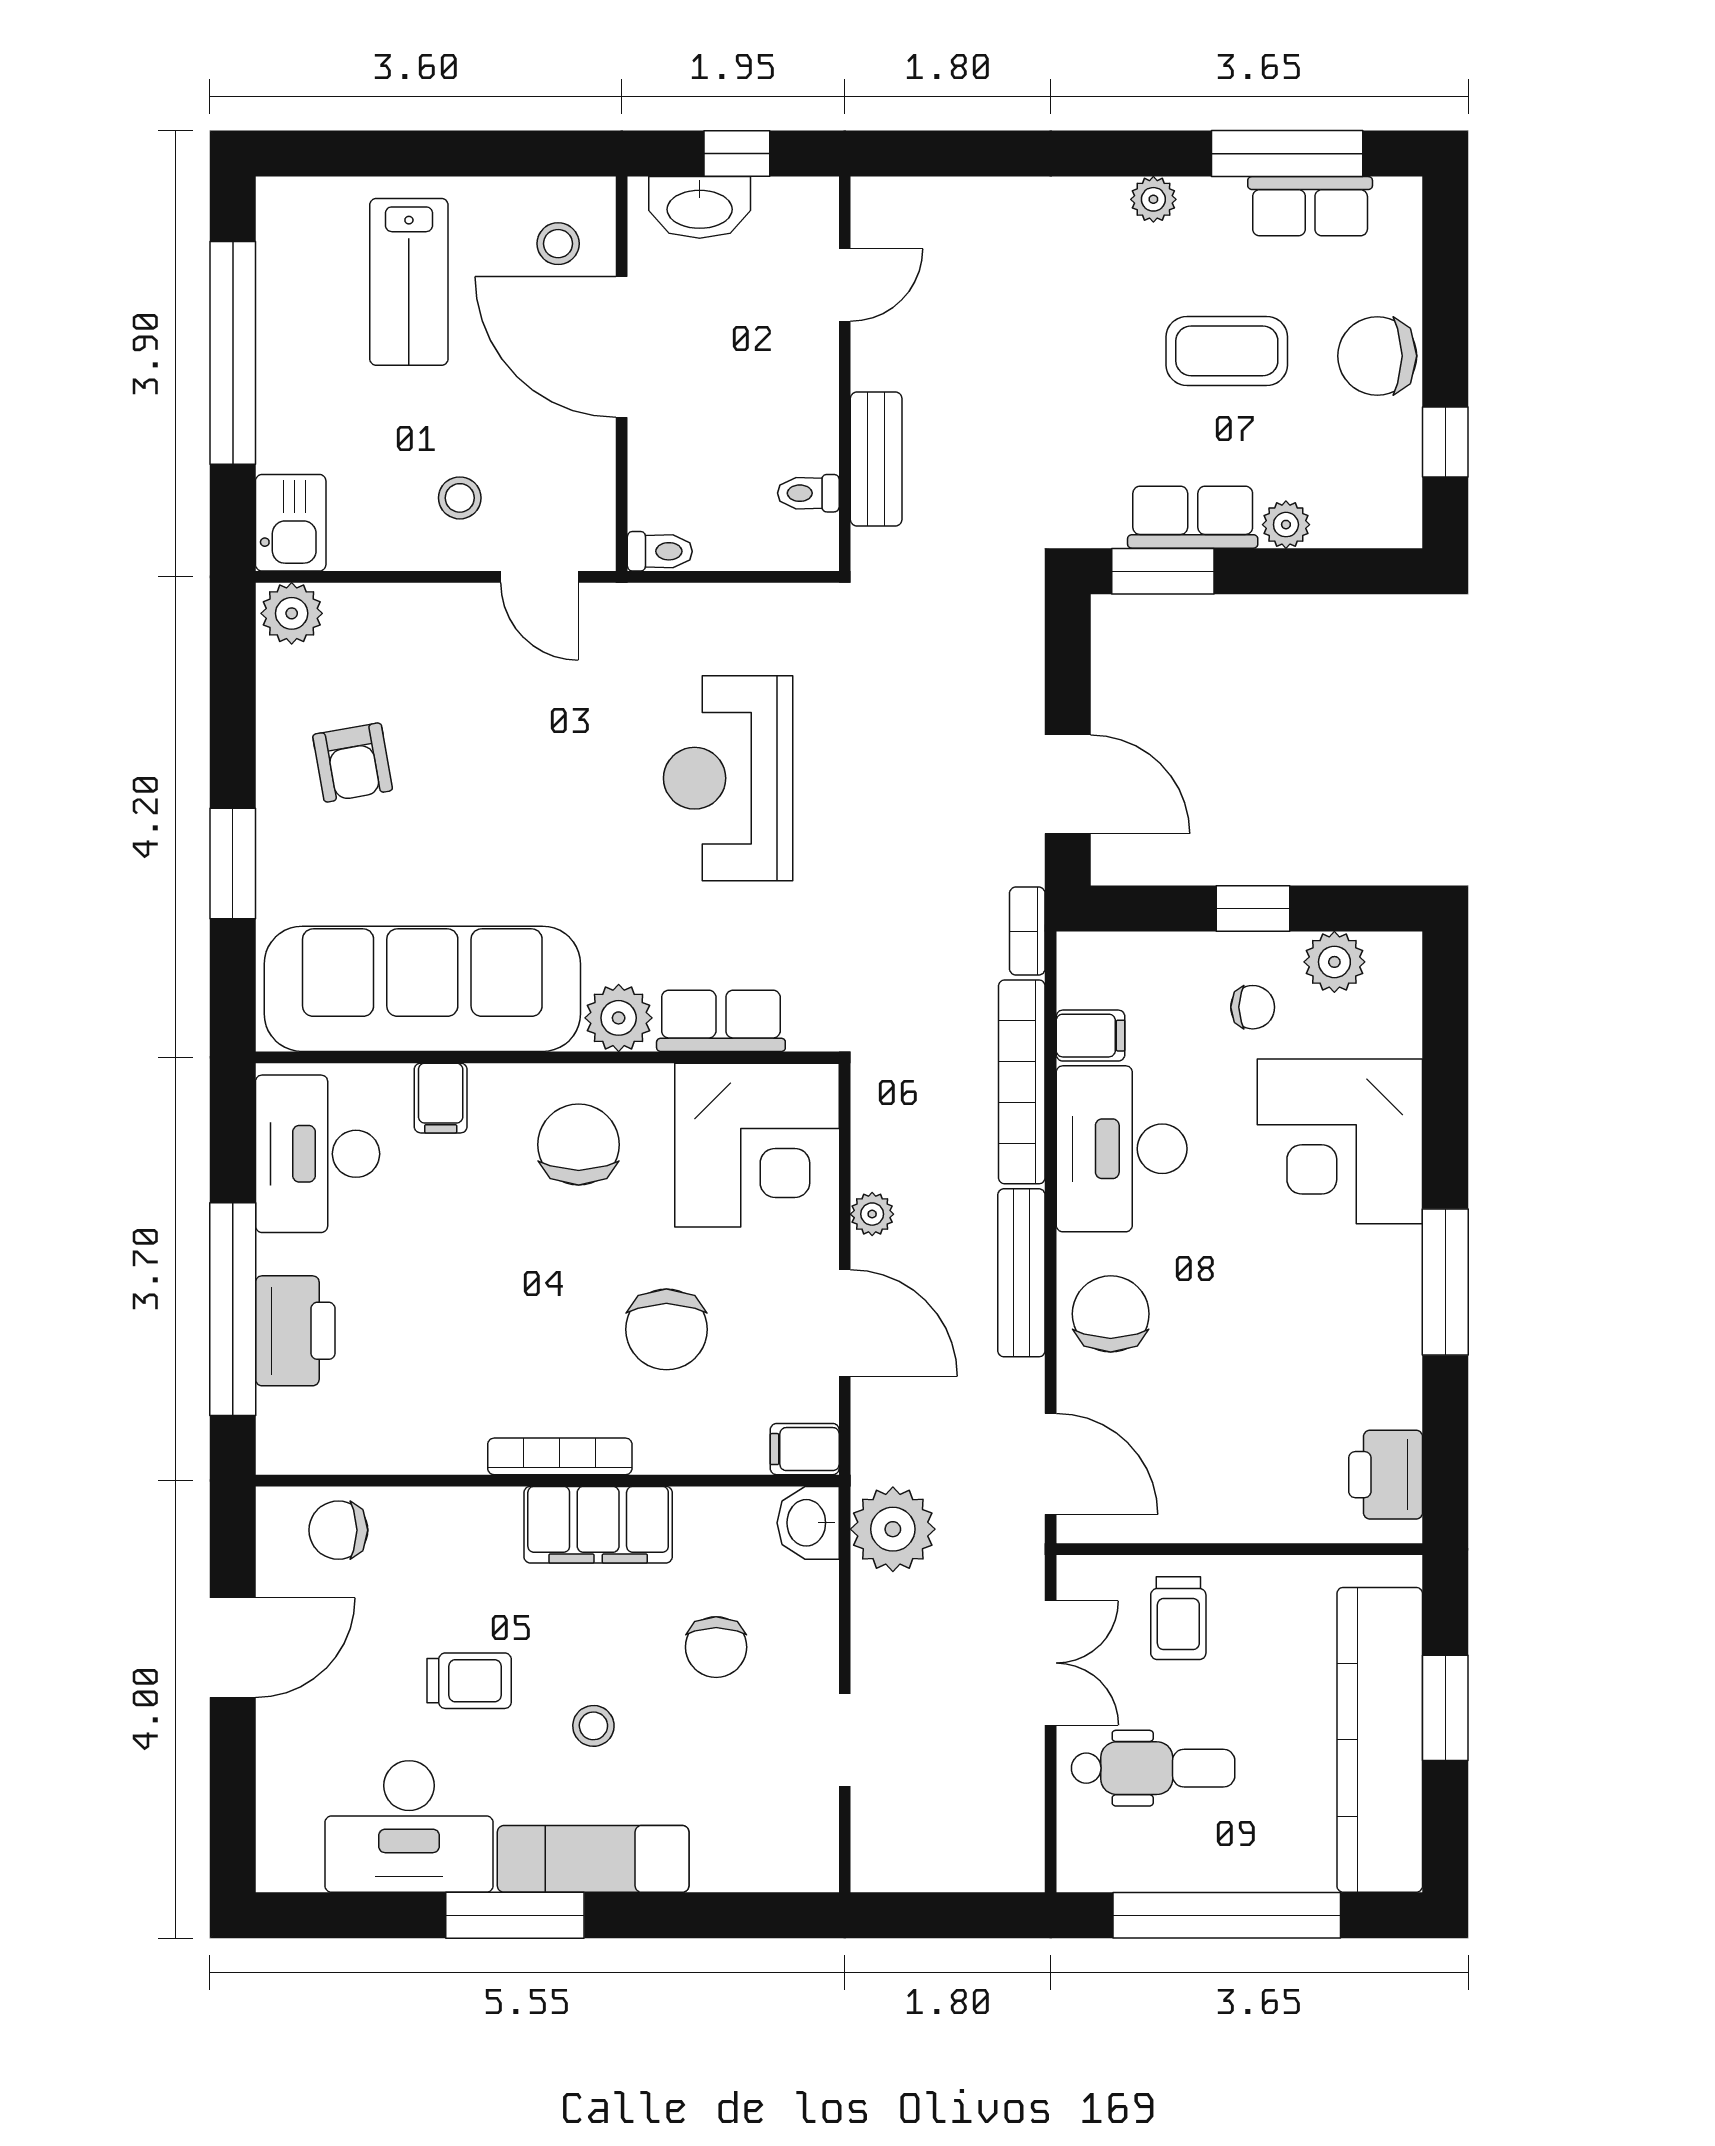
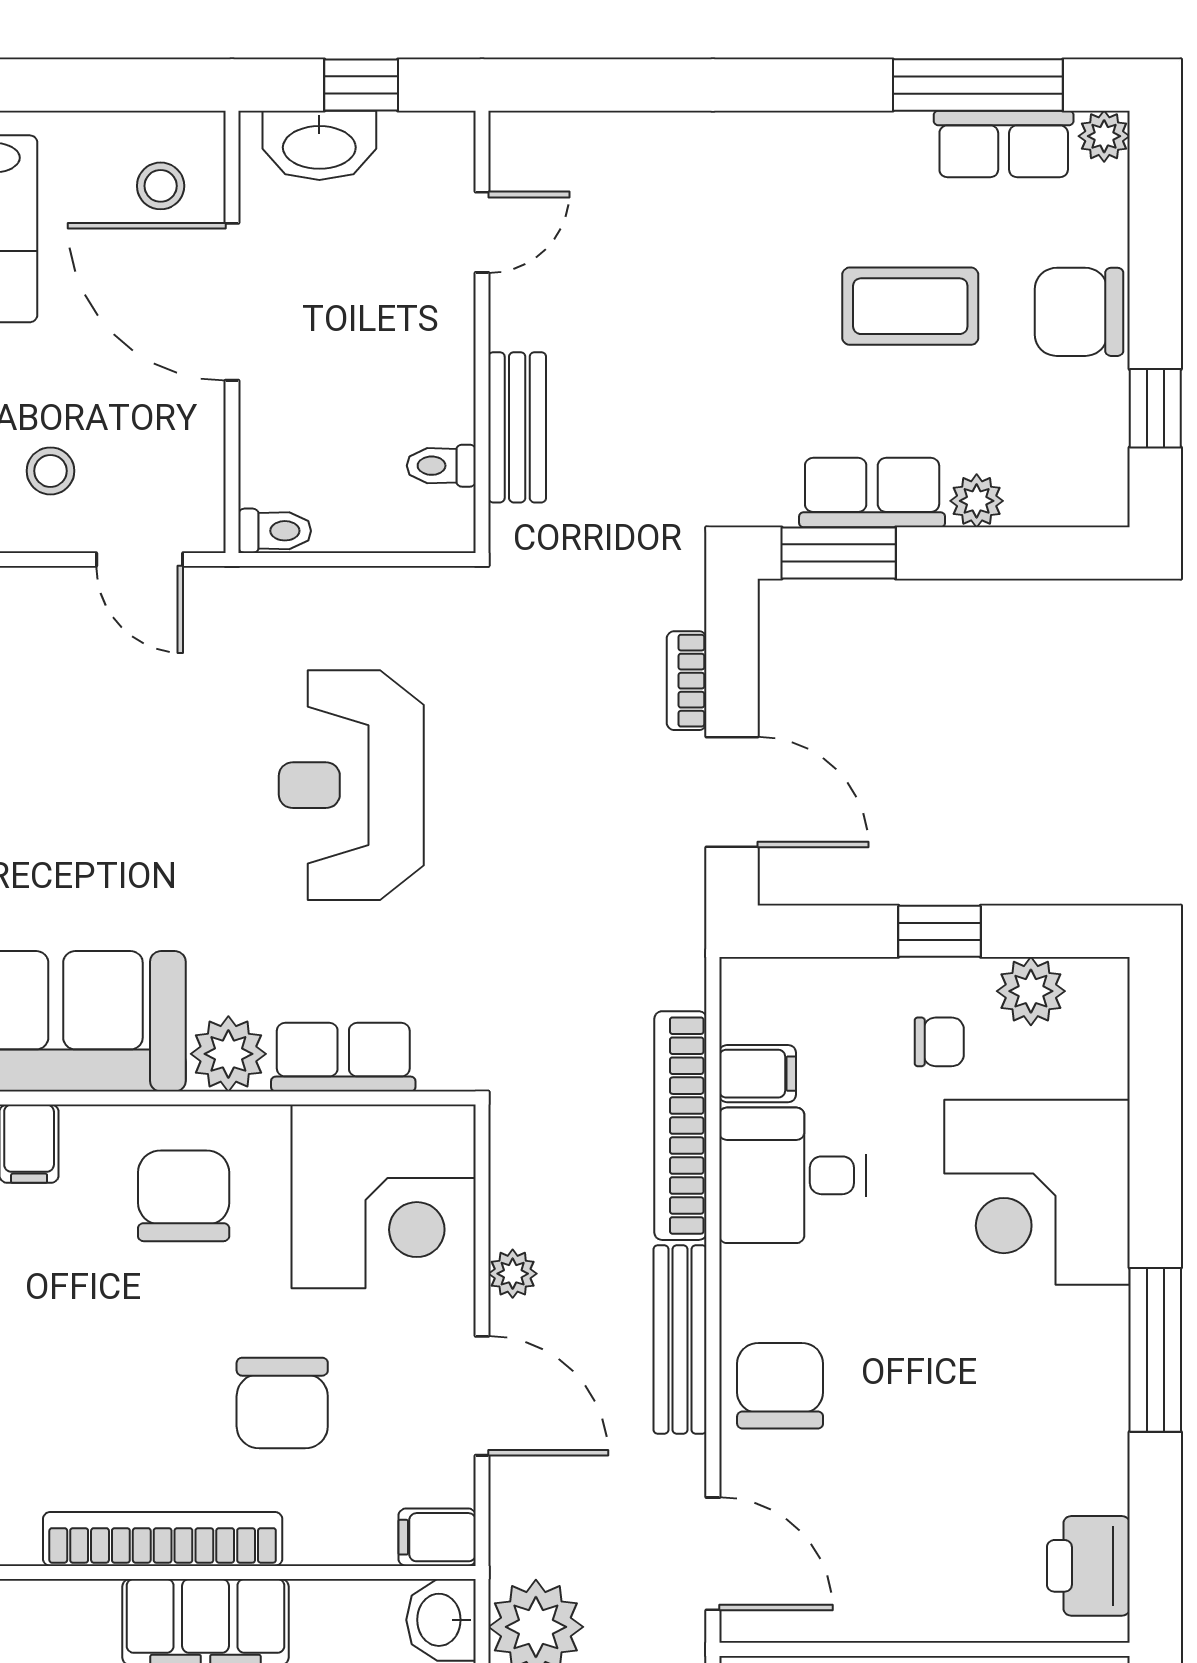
plant: (1153, 199) -> (1104, 136), moved
bookcase: (1027, 931) -> (687, 681), moved
desk: (1122, 1149) -> (792, 1175), width x0.73
bookcase: (560, 1456) -> (163, 1539), width x1.48, depth x1.31

